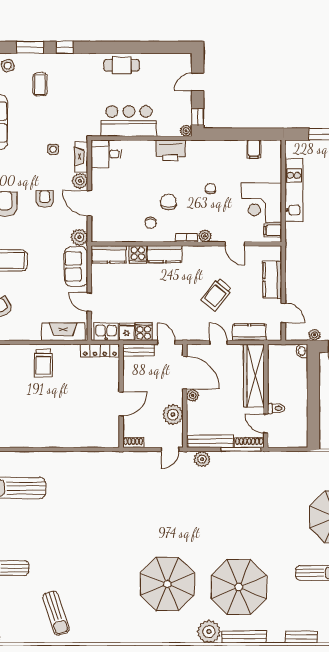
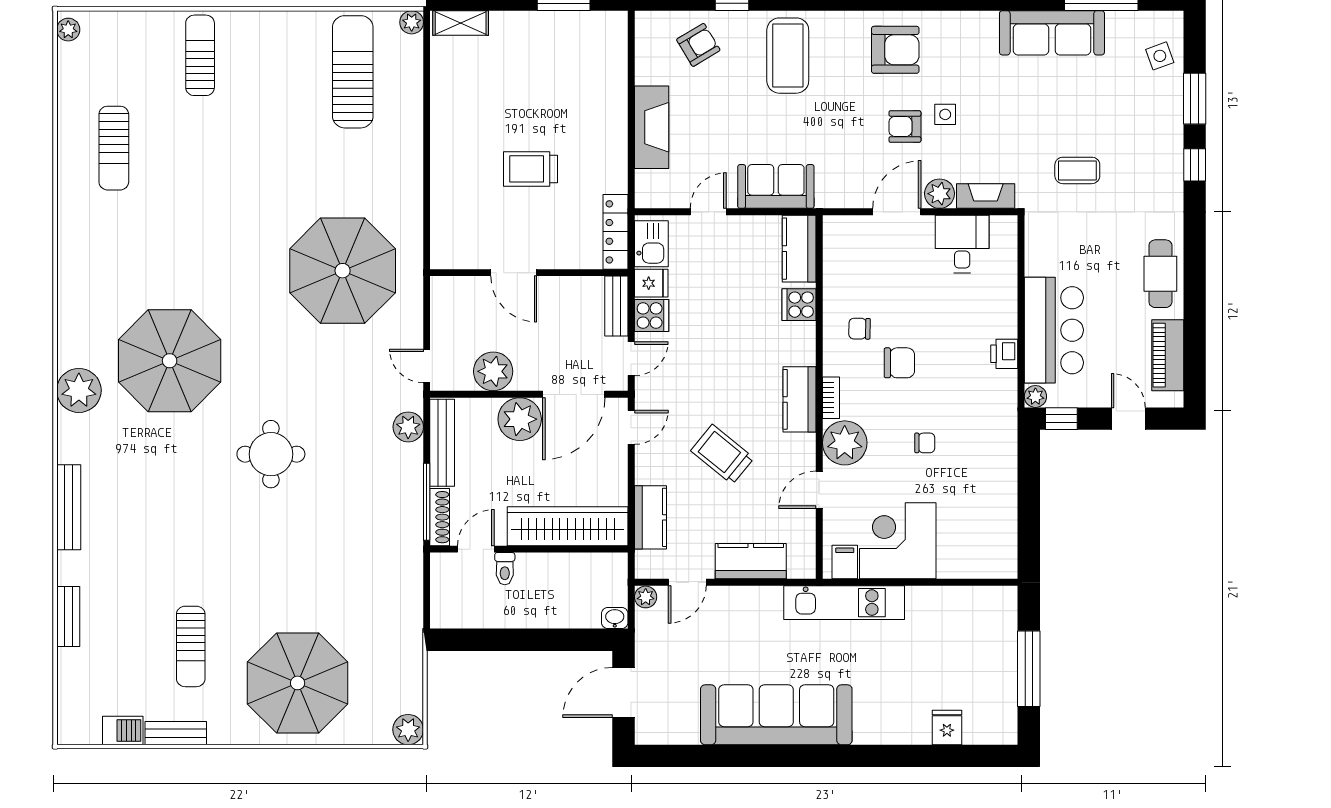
piano: (164, 61) -> (1168, 355), added
coffee table: (40, 84) -> (1077, 170), moved
bar counter: (129, 121) -> (1054, 330), moved
side table: (53, 149) -> (945, 114), moved
filing cabinet: (254, 149) -> (1000, 526), removed
printer: (170, 150) -> (1004, 354), width x0.53, depth x0.68
desk: (106, 154) -> (962, 244), moved
kitchen unit: (294, 190) -> (844, 603), moved
armchair: (45, 199) -> (905, 126), turned 180
plant: (205, 236) -> (845, 443), width x1.88, depth x1.88
plant: (79, 237) -> (832, 193), removed
kitchen counter: (165, 254) -> (800, 399), moved
fireplace: (63, 332) -> (652, 127), moved
plant: (314, 335) -> (646, 597), moved
door: (219, 342) -> (631, 427), moved
trolley: (43, 363) -> (530, 169), moved
plant: (193, 395) -> (520, 419), width x1.88, depth x1.88
shoe rack: (133, 443) -> (440, 296), removed
round table: (216, 531) -> (271, 454), added
parasol: (239, 587) -> (343, 271), moved
sun lounger: (56, 613) -> (114, 148), turned -72
plant: (209, 631) -> (79, 390), moved

